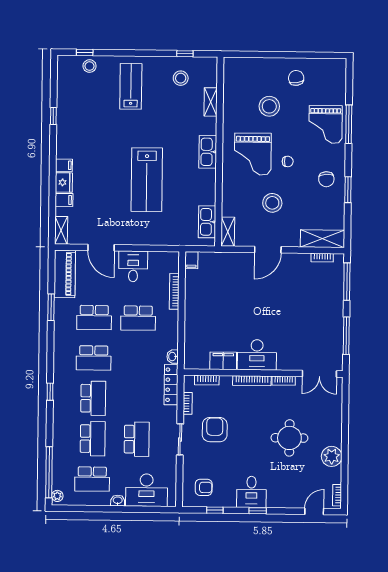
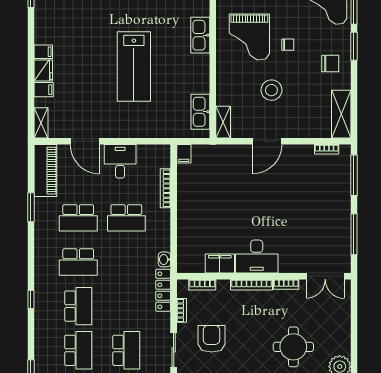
chair: (326, 179) -> (330, 63), turned -85
window: (348, 190) -> (354, 46), moved
shelving: (322, 239) -> (341, 114), moved, turned 90

